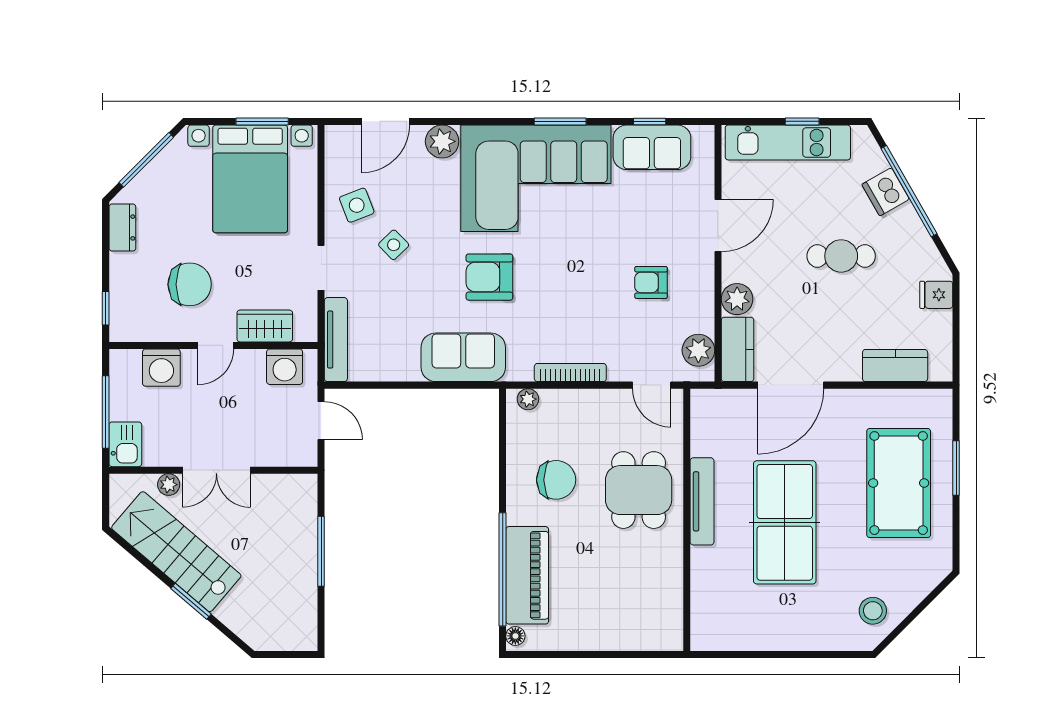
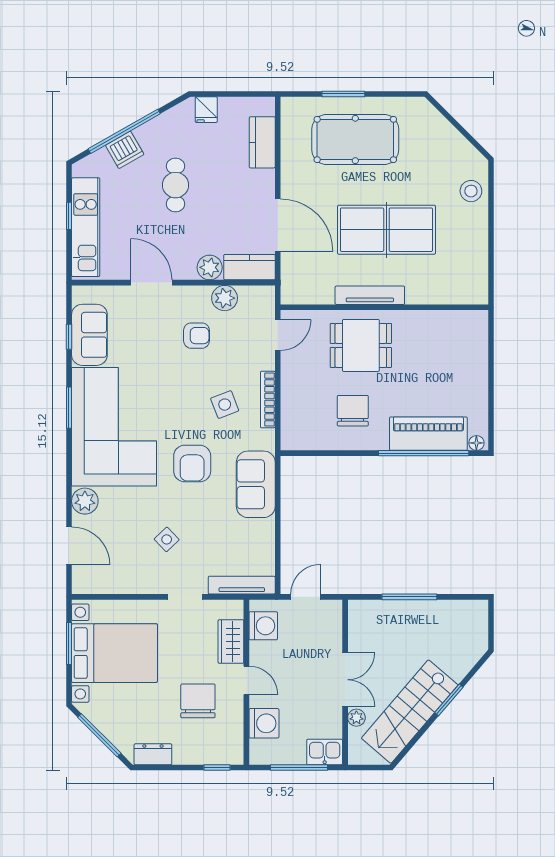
side table: (357, 205) -> (225, 405), moved
armchair: (651, 282) -> (196, 336), turned -90
plant: (698, 350) -> (225, 298), moved
plant: (528, 399) -> (289, 433), removed
stool: (873, 611) -> (471, 191), moved

